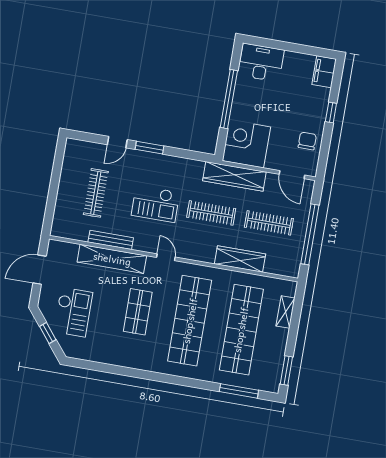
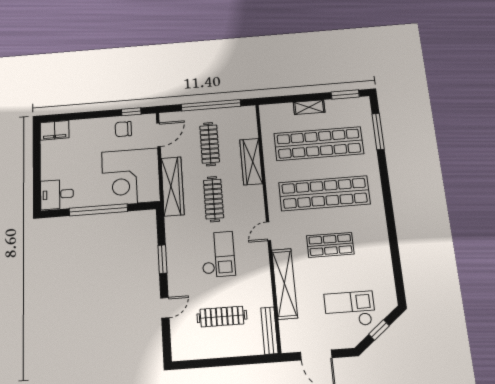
desk: (261, 63) -> (57, 194), width x0.73
window: (331, 112) -> (131, 112), moved
door: (117, 142) -> (165, 308), hinge flipped
corner desk: (246, 144) -> (131, 176), width x1.36, depth x1.36
window: (150, 148) -> (162, 259), moved
bench: (111, 240) -> (269, 331), moved
shelving: (285, 312) -> (309, 107), moved

